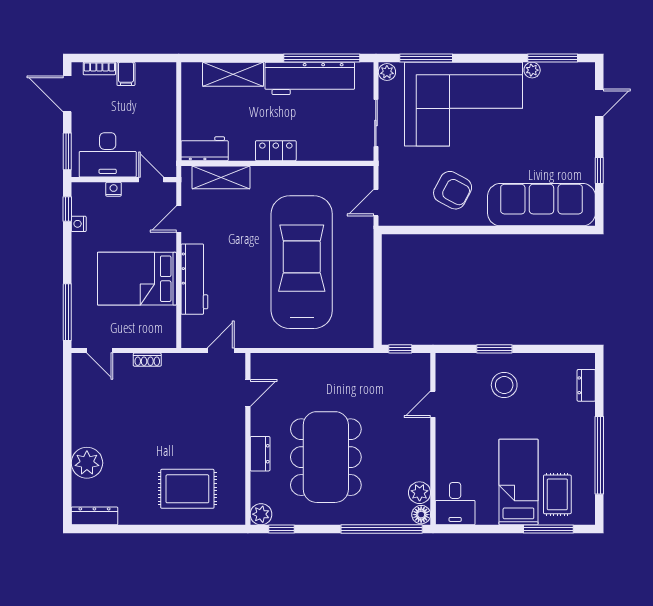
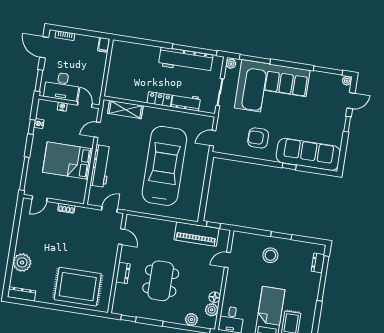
plant: (532, 70) -> (347, 81), moved
filing cabinet: (126, 74) -> (104, 45), moved
shelving: (233, 74) -> (142, 51), removed
workbench: (205, 149) -> (186, 102), moved
window: (599, 170) -> (347, 124), moved
armchair: (453, 190) -> (258, 138), turned 152
window: (67, 209) -> (32, 127), moved
window: (512, 230) -> (289, 166), added
window: (494, 349) -> (281, 236), moved
door: (100, 350) -> (40, 199), hinge flipped
piano: (374, 369) -> (196, 234), added
door: (248, 393) -> (121, 237), hinge flipped
window: (599, 455) -> (323, 278), moved
dining table: (326, 457) -> (161, 281), width x0.73, depth x0.80
rug: (187, 489) -> (78, 287), width x1.37, depth x1.44
plant: (261, 514) -> (191, 319), moved
floor lamp: (421, 515) -> (215, 297), moved

